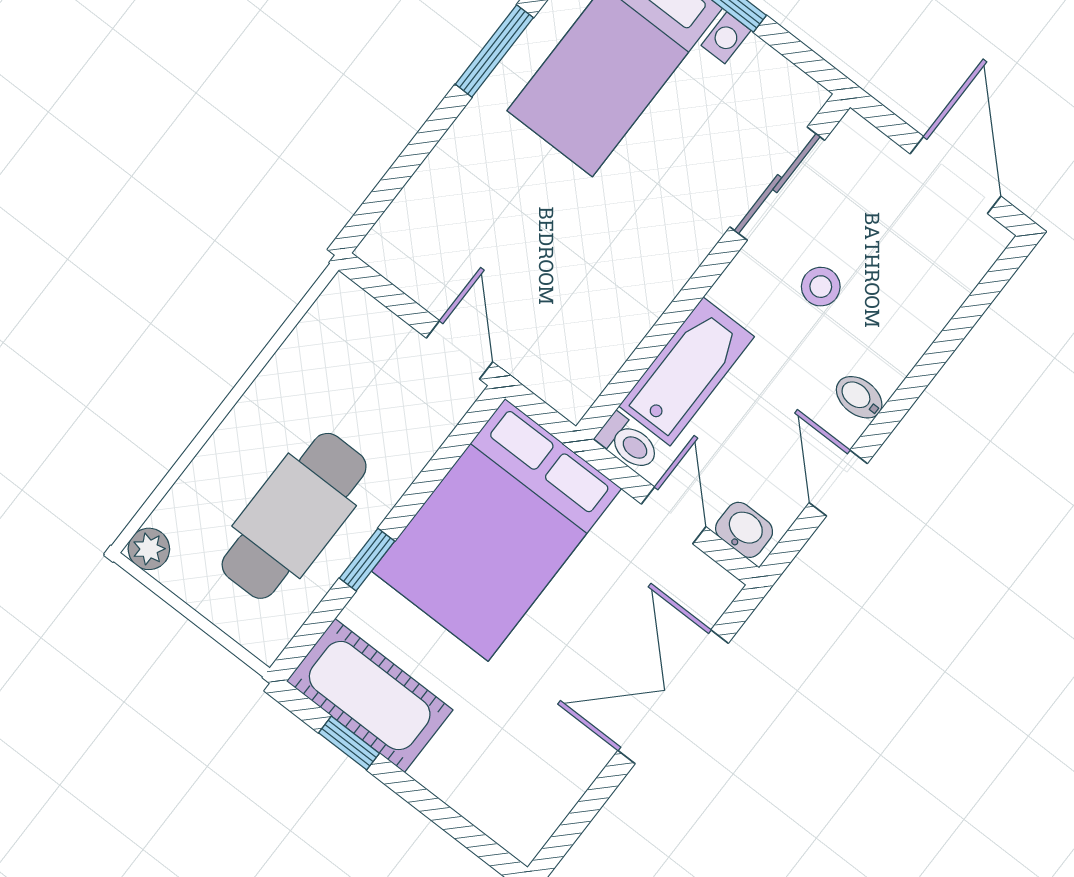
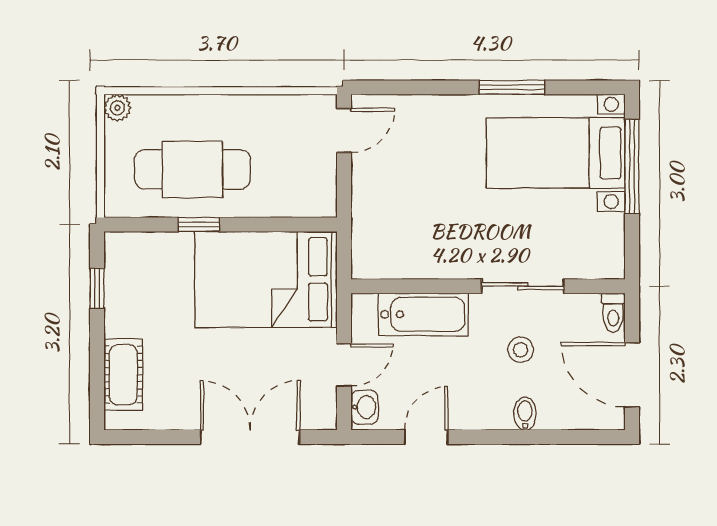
door: (956, 175) -> (632, 375), swing flipped
sliding door: (777, 184) -> (523, 286), moved
door: (459, 350) -> (344, 130), moved
bidet: (859, 397) -> (525, 414), moved
toilet: (628, 442) -> (613, 313), moved
cot: (370, 696) -> (123, 375), moved, width x0.73, depth x0.75

